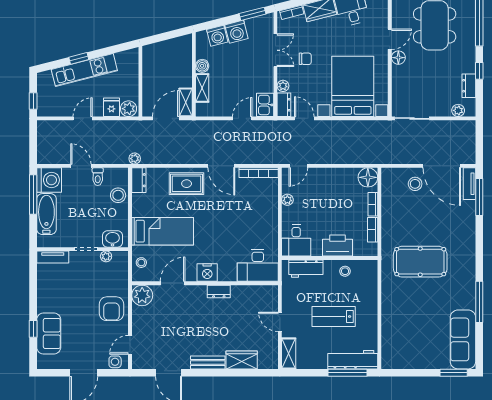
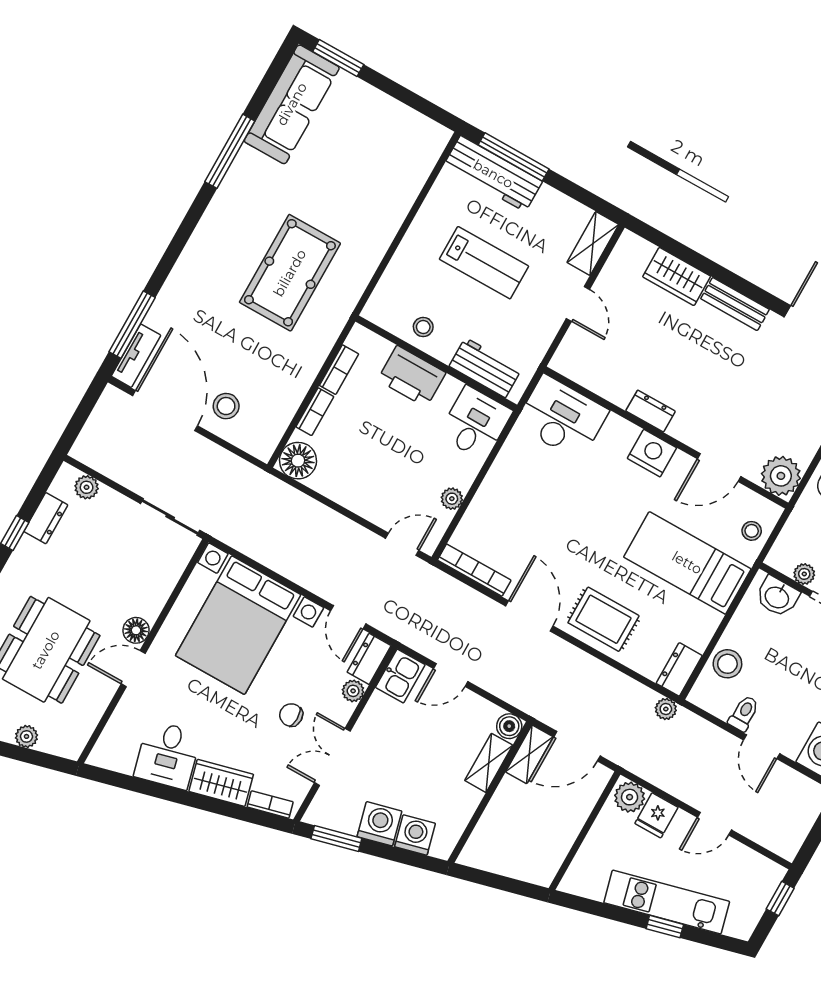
boiler: (202, 66) -> (509, 726), moved
pool table: (420, 262) -> (290, 273), turned 90

